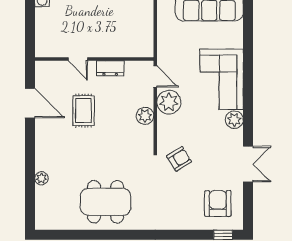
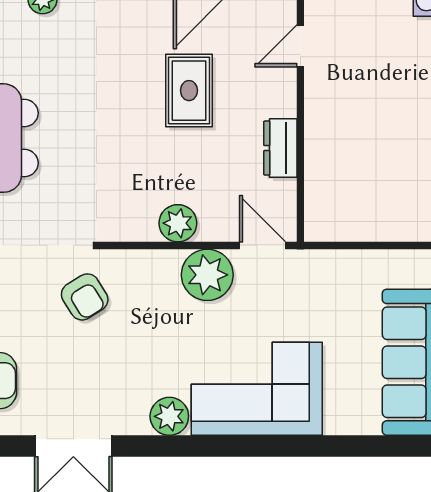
door: (78, 59) -> (300, 46), moved
door: (155, 77) -> (263, 245), swing flipped
rug: (84, 111) -> (189, 91), turned 90

